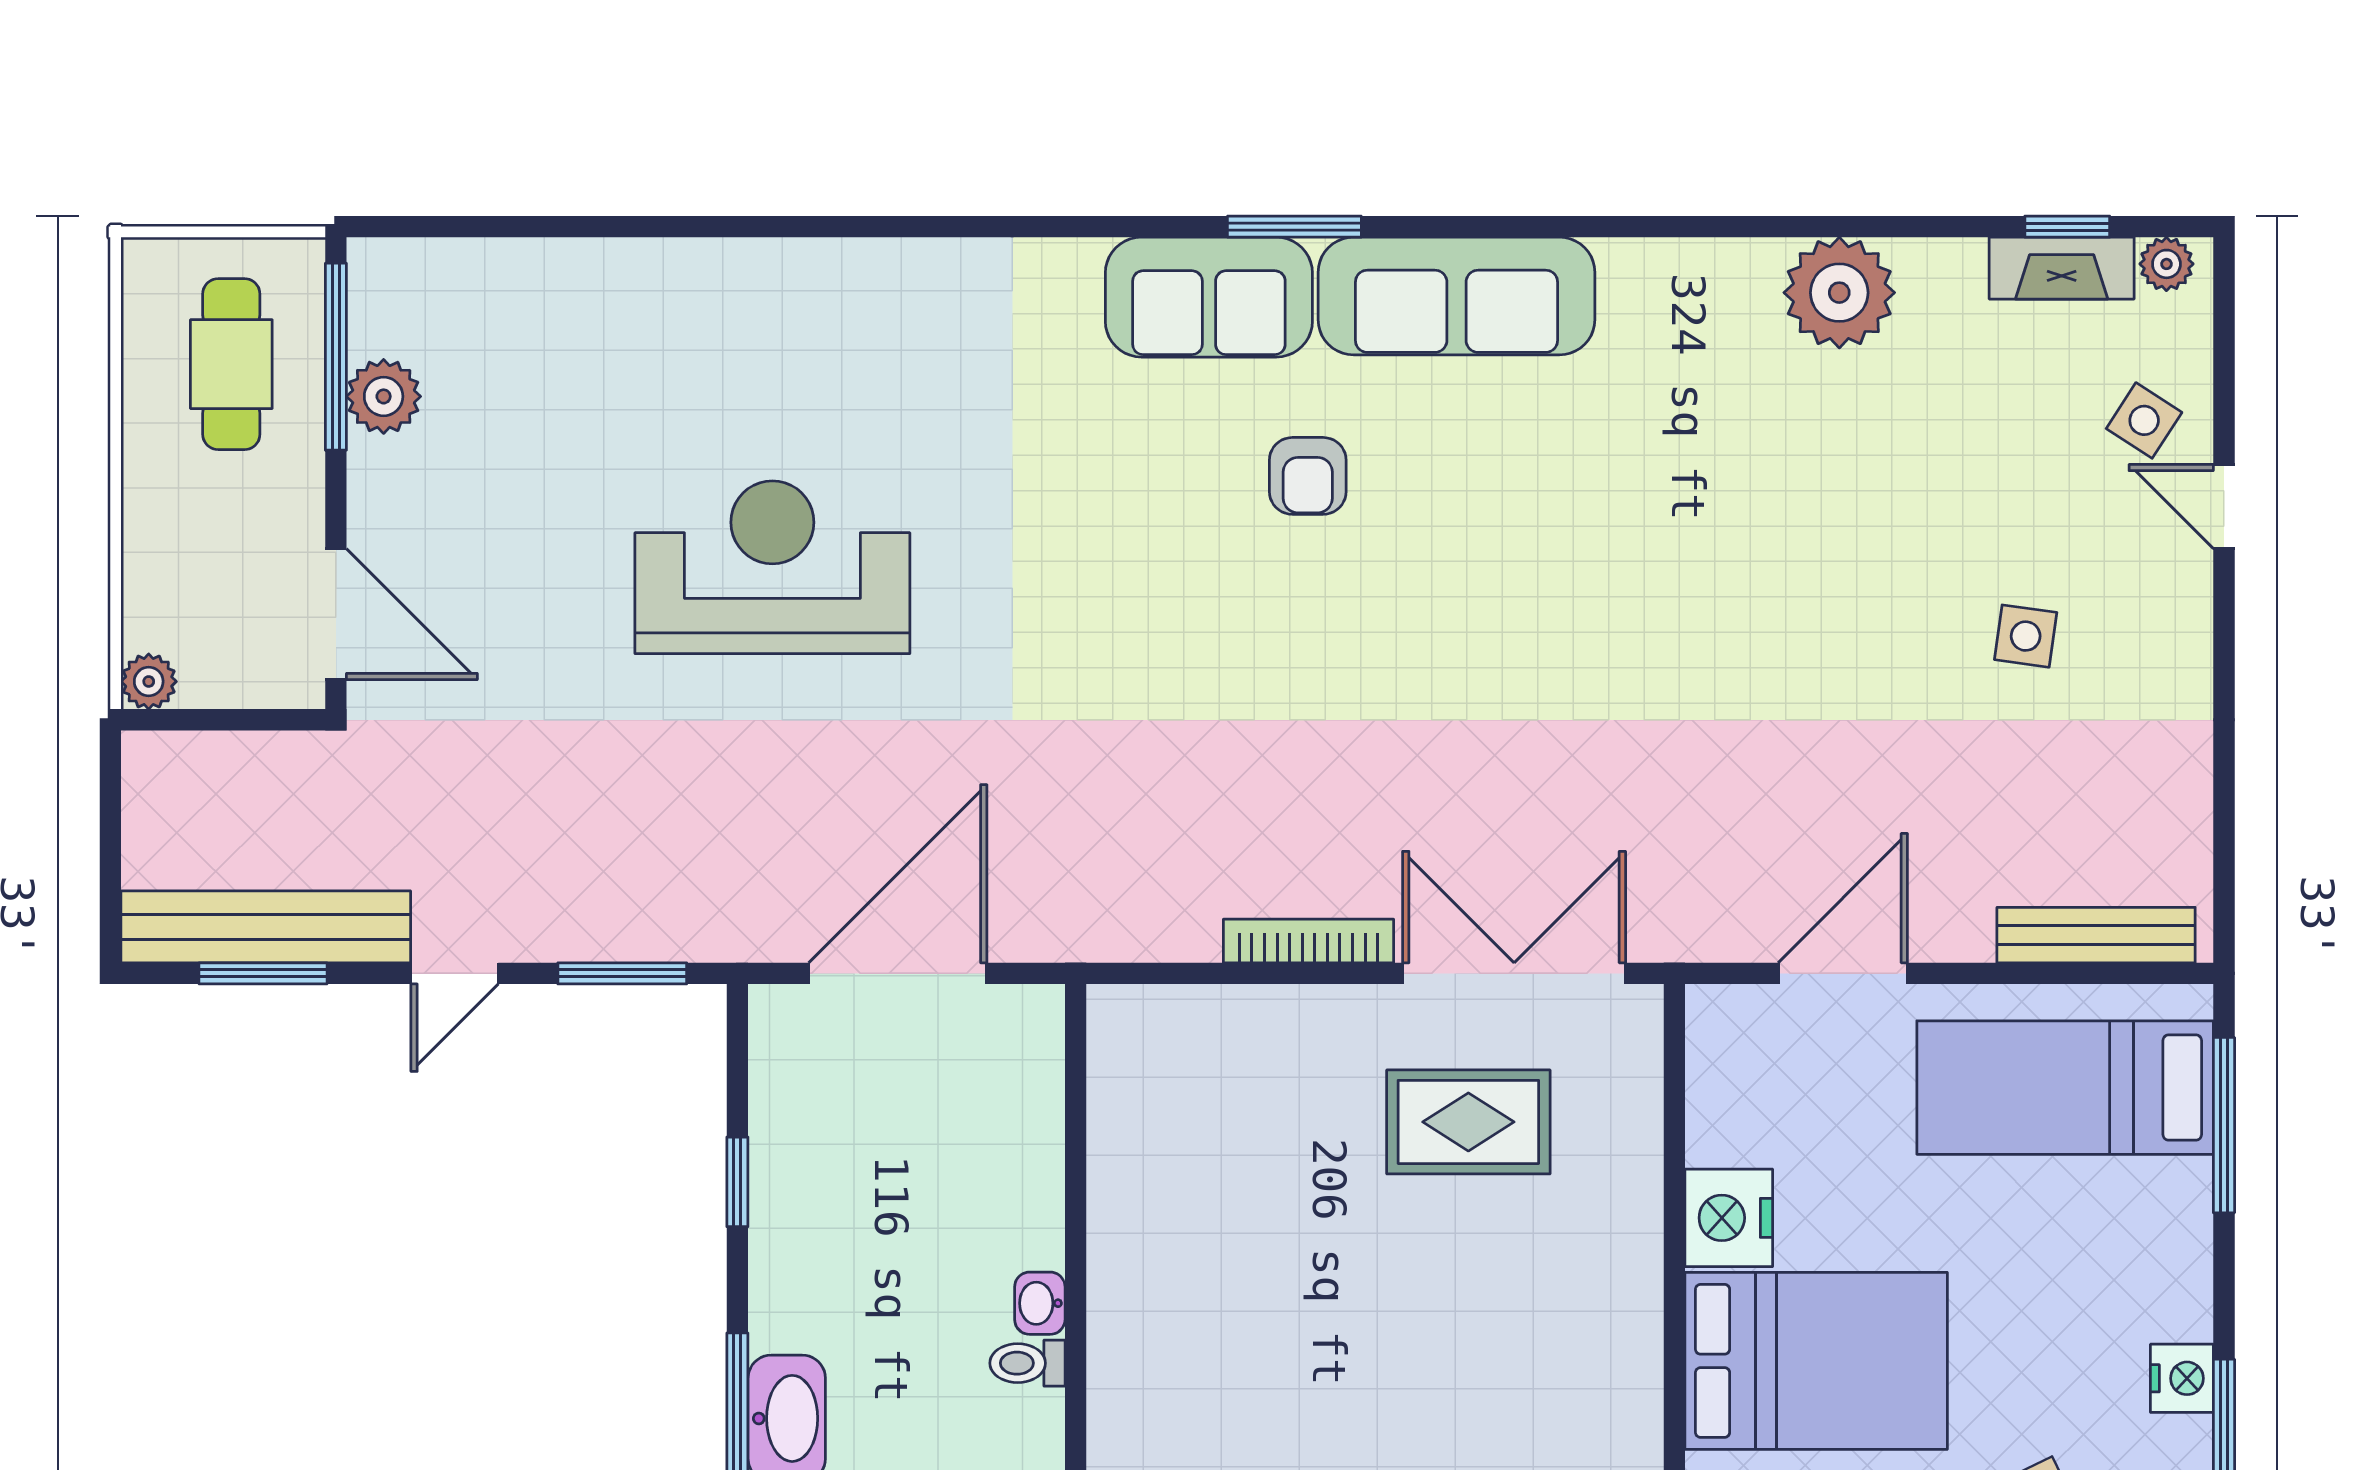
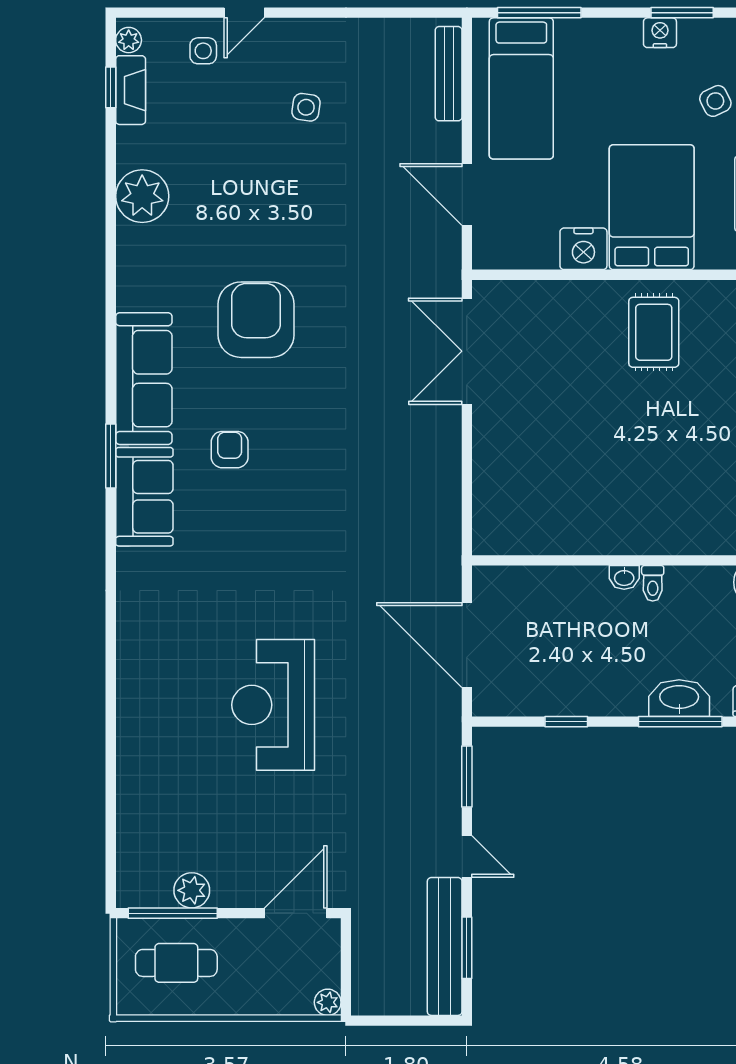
side table: (2144, 420) -> (203, 51), turned -33
armchair: (1308, 476) -> (230, 450), turned -90
armchair: (1580, 531) -> (256, 320), added
bookcase: (1308, 941) -> (451, 449), removed
rug: (1468, 1122) -> (654, 332), moved

